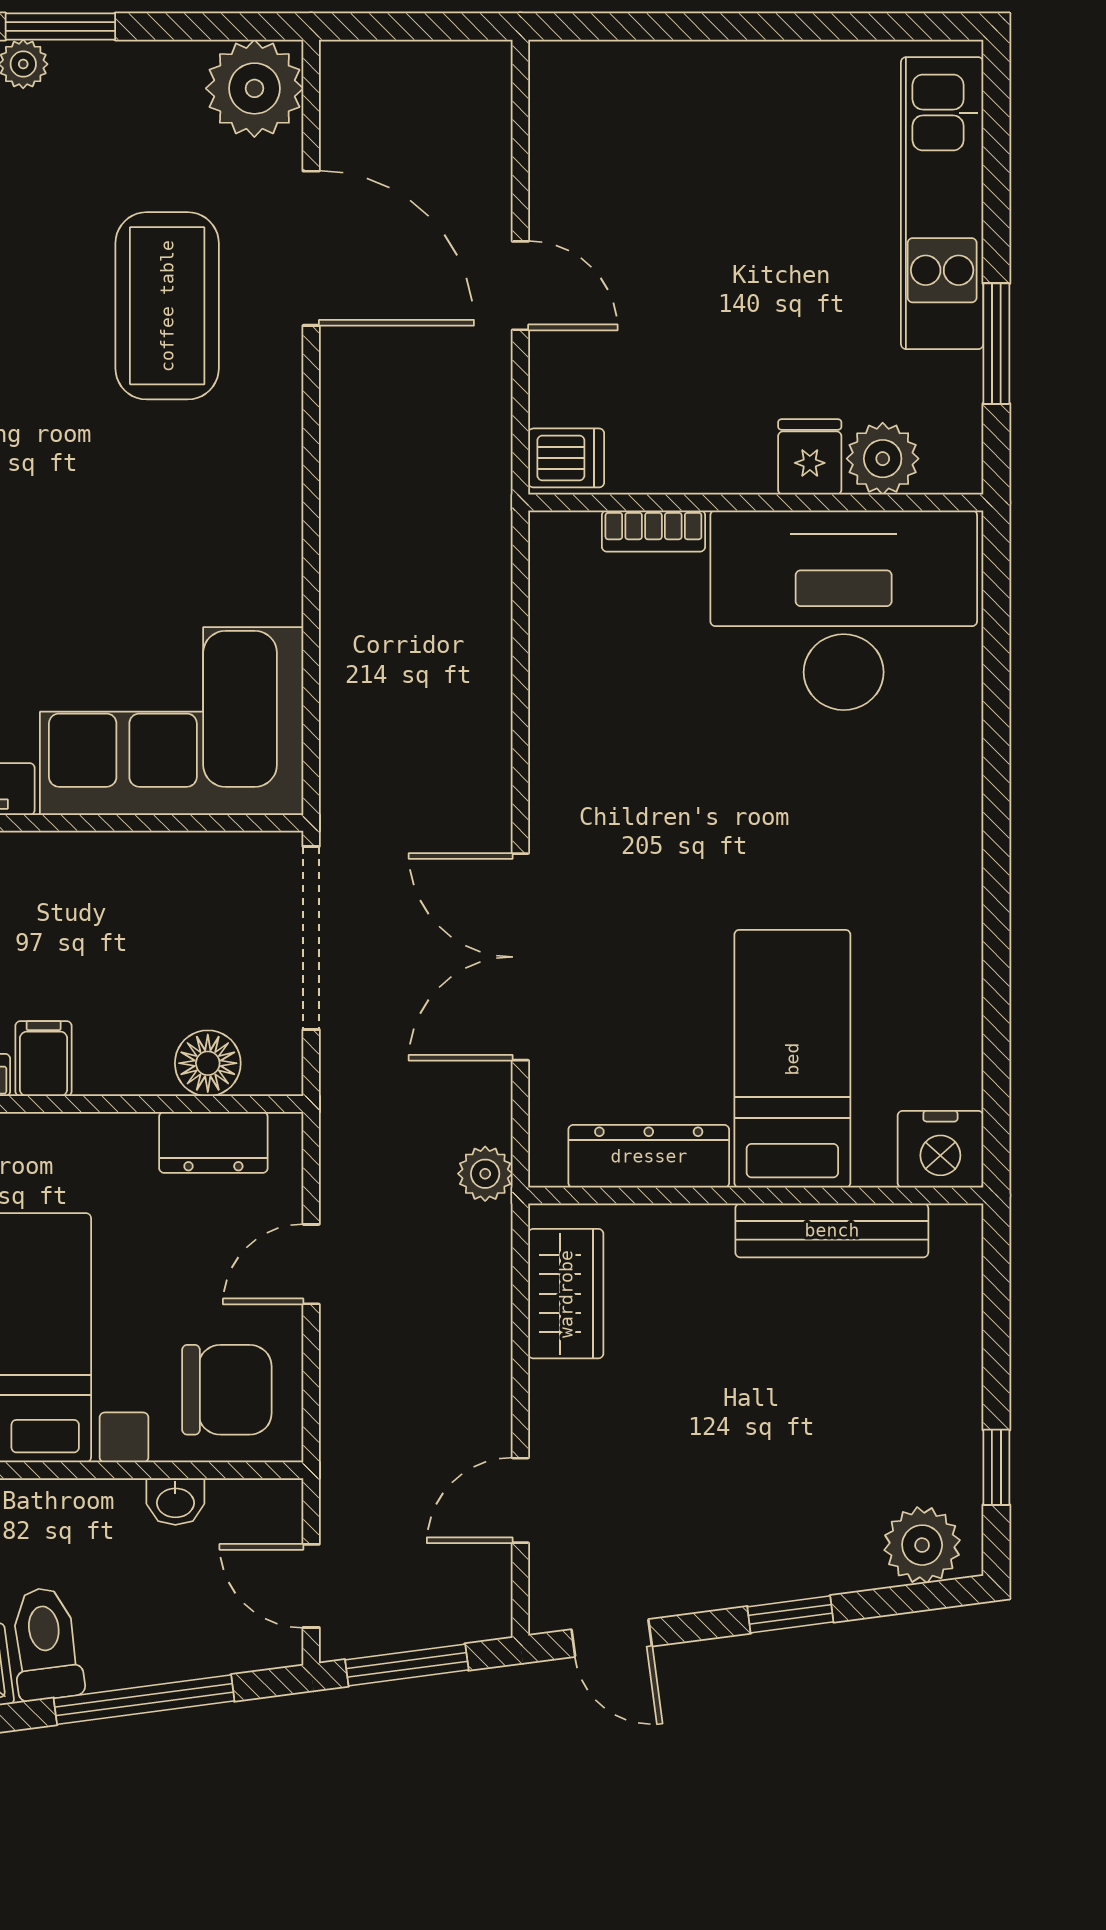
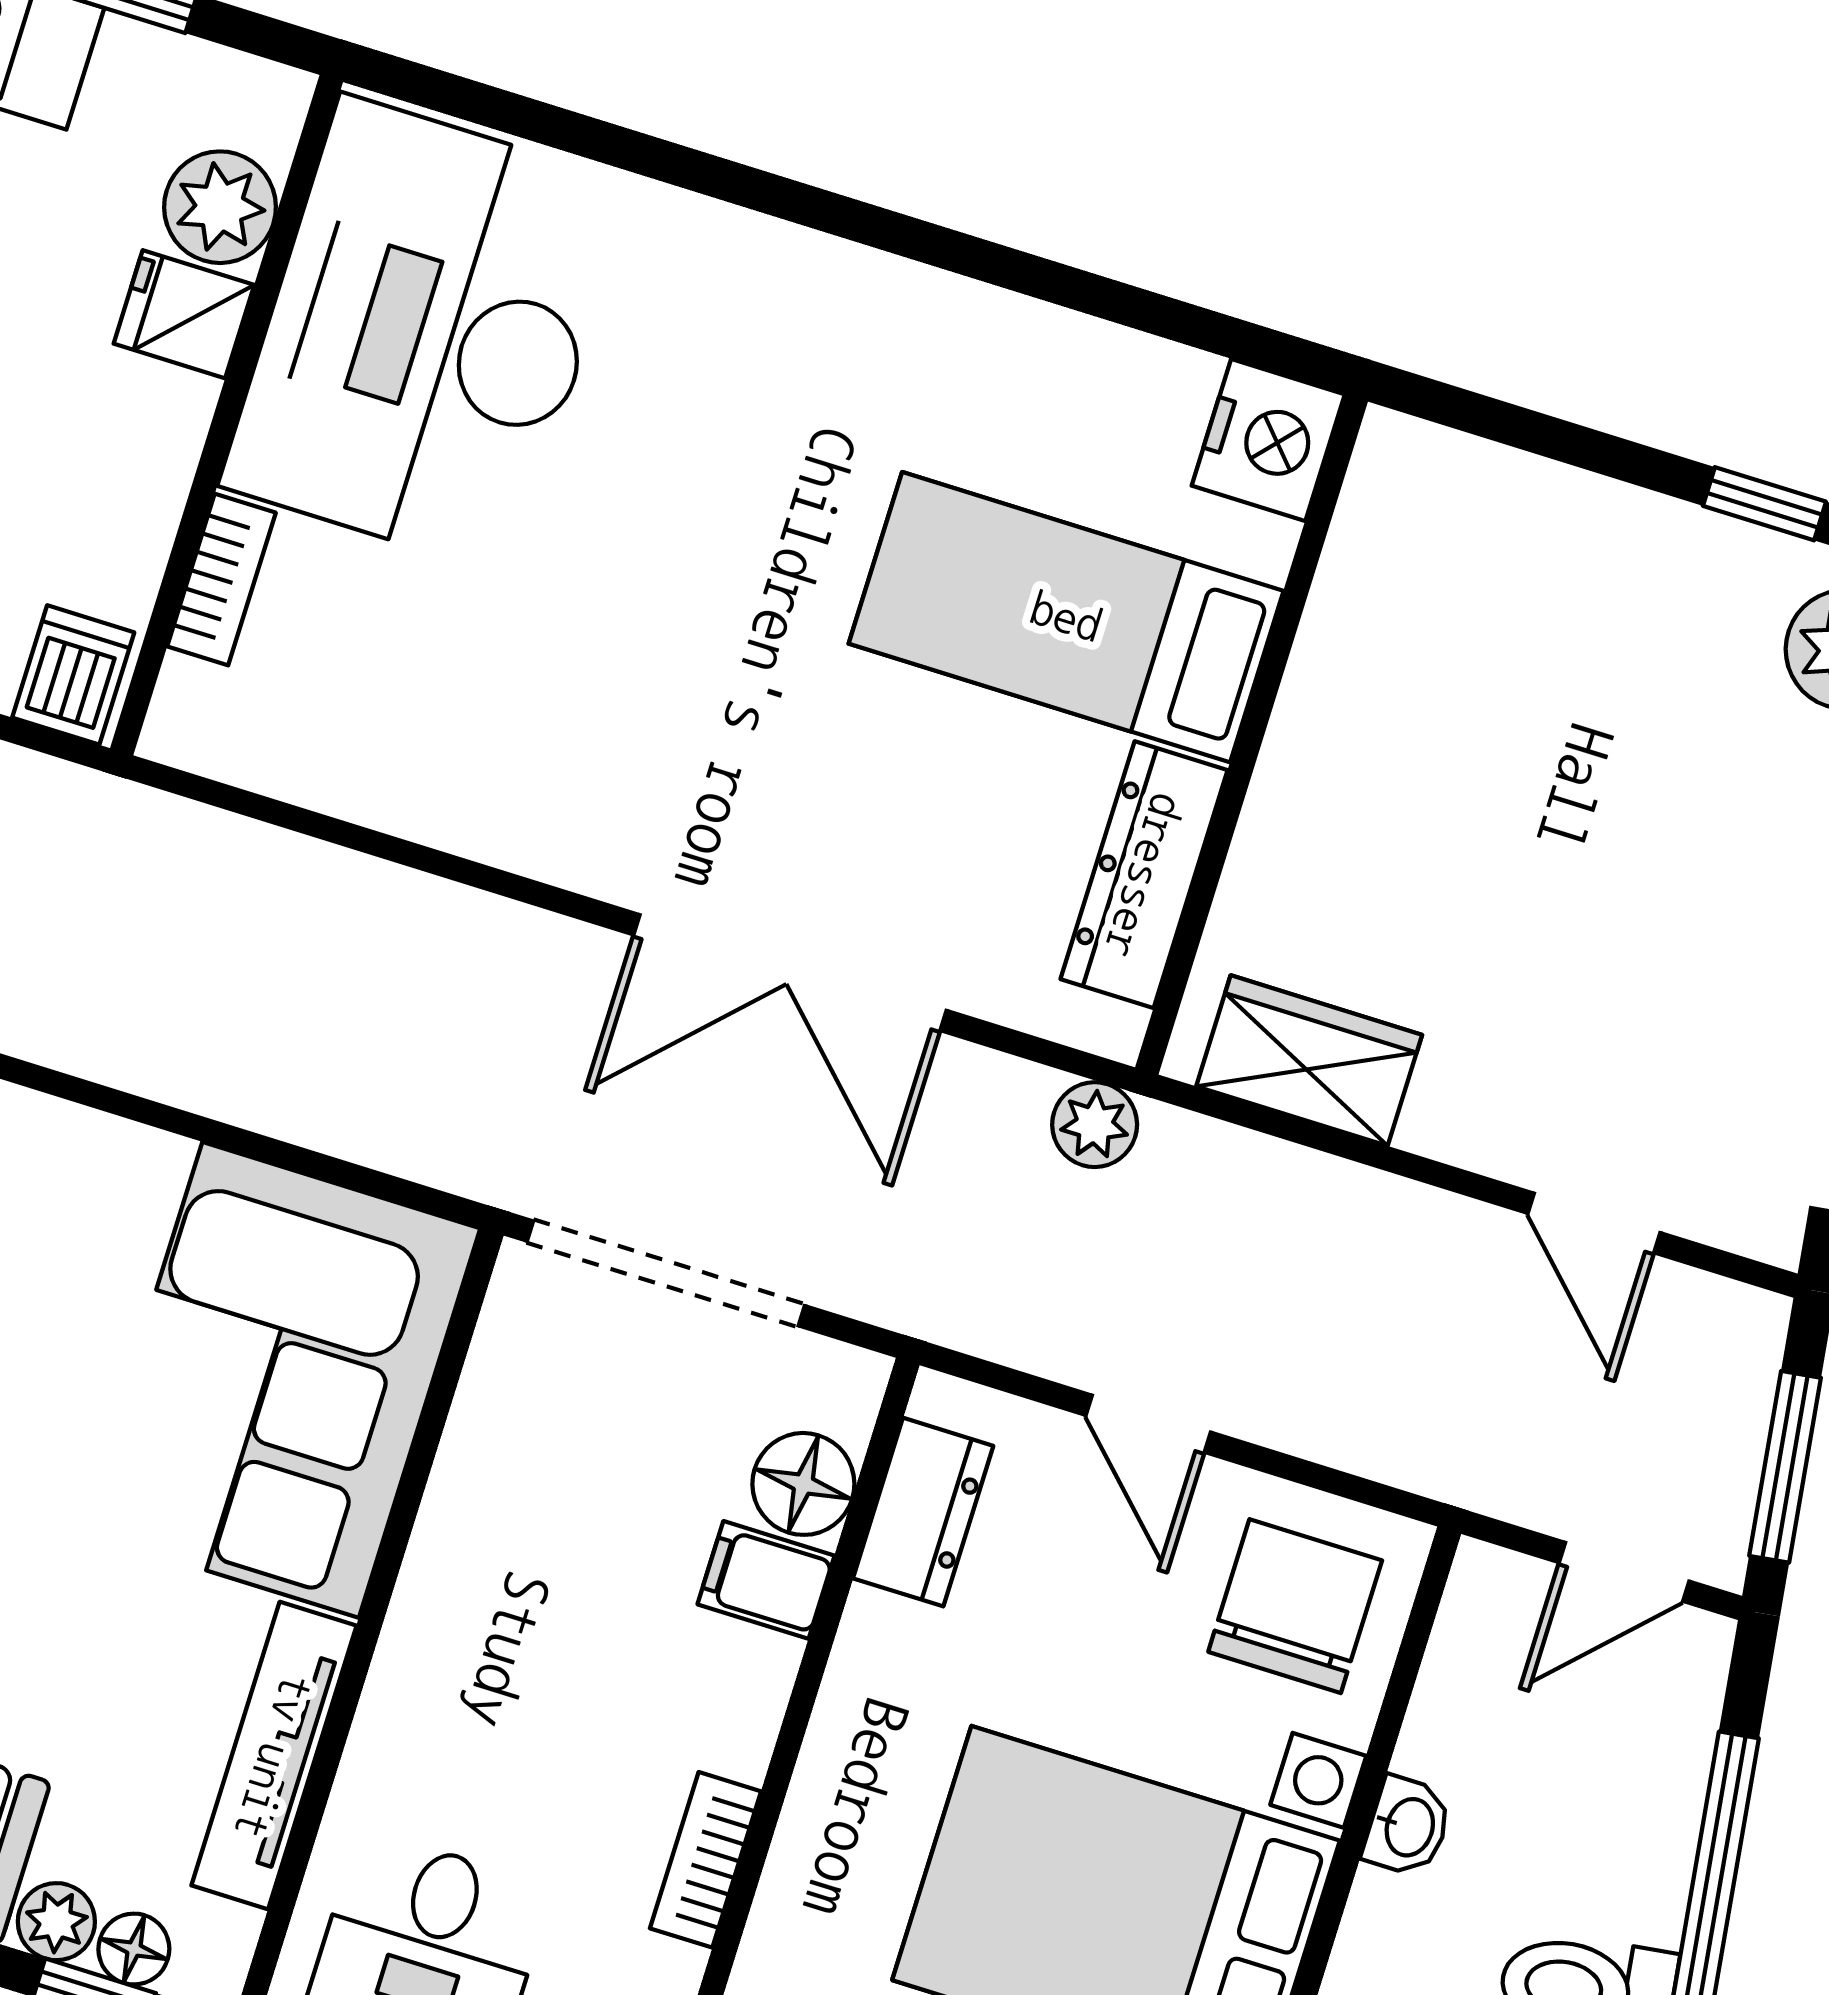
filing cabinet: (44, 1059) -> (766, 1580), moved
bench: (832, 1230) -> (1338, 638), removed
washbasin: (175, 1501) -> (1408, 1827), moved

